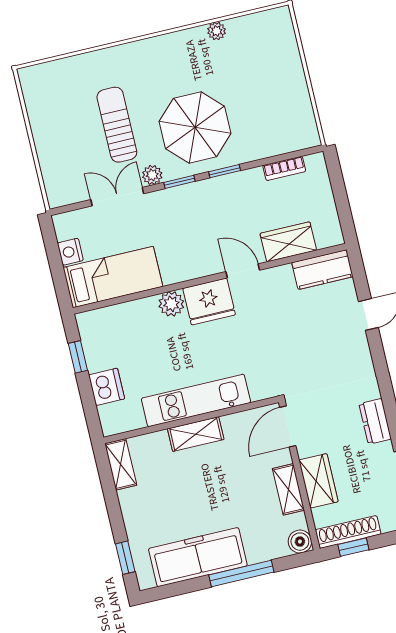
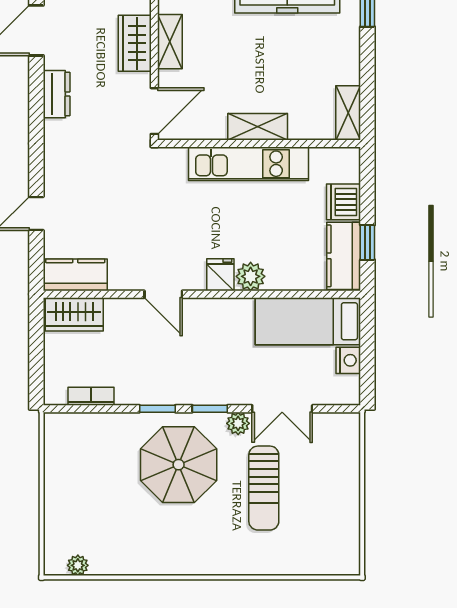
plant: (217, 31) -> (78, 565), moved
wardrobe: (288, 242) -> (74, 314), moved
fridge: (209, 301) -> (220, 275), width x0.53, depth x0.75
kitchen counter: (96, 341) -> (344, 256), added

